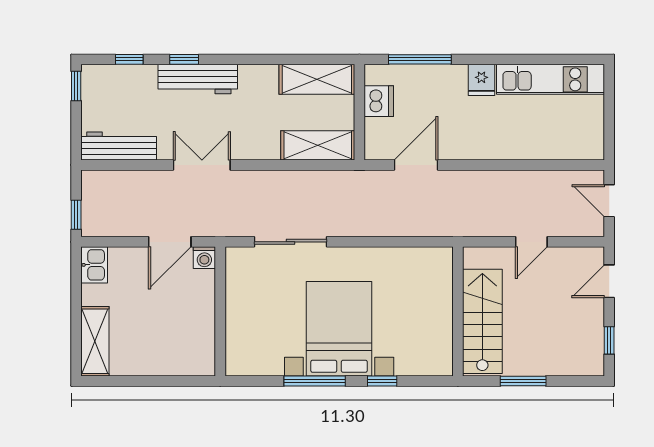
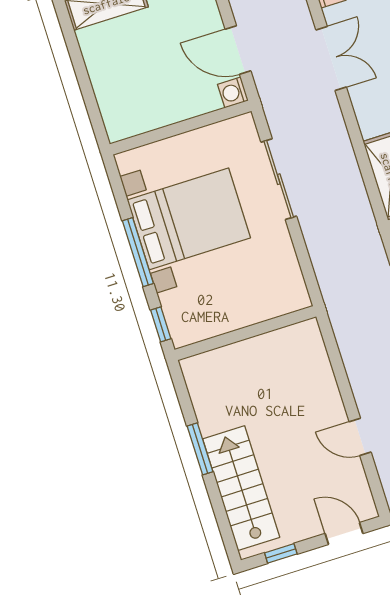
wall: (458, 311) -> (245, 333), moved
stairs: (482, 321) -> (241, 488), moved, turned -90
bed with nightstands: (339, 329) -> (189, 219), moved
window: (523, 381) -> (200, 449), moved

